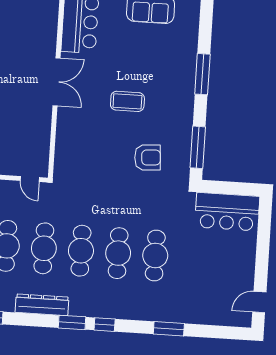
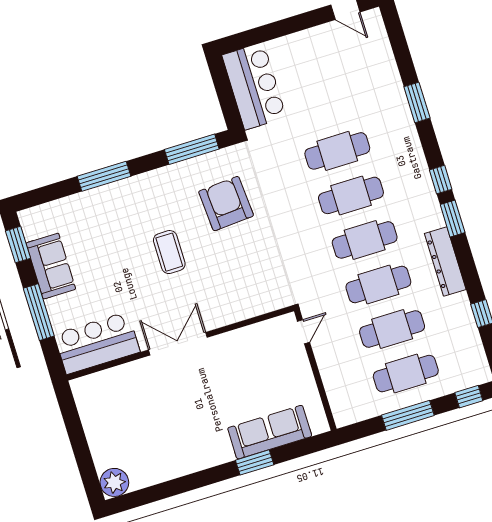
armchair: (147, 157) -> (226, 204), width x1.36, depth x1.36

